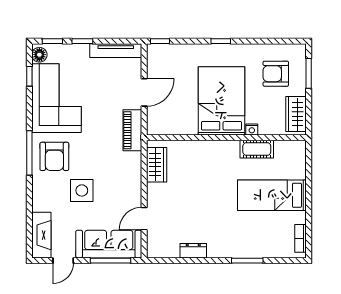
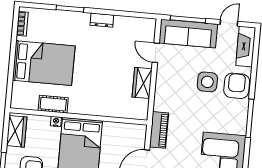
armchair: (54, 156) -> (237, 86), moved
wardrobe: (157, 165) -> (142, 83), moved
bed: (272, 195) -> (44, 63), width x1.50
door: (144, 219) -> (156, 53), swing flipped
dresser: (193, 251) -> (102, 20), moved

